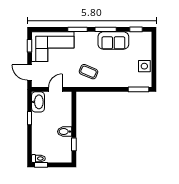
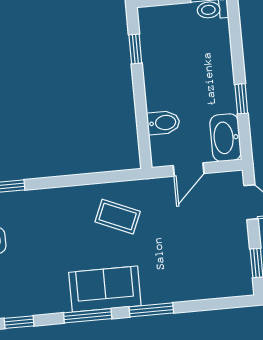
sofa: (113, 40) -> (105, 289), moved
corner sofa: (53, 47) -> (204, 266), removed
bidet: (65, 132) -> (163, 123), moved

